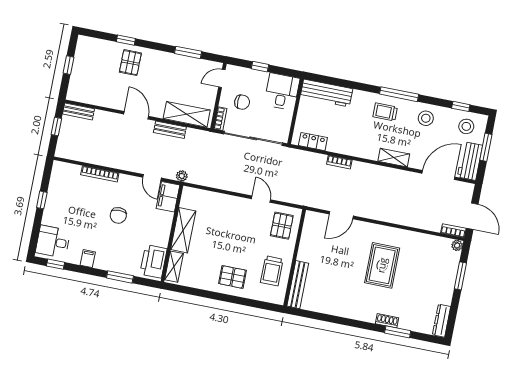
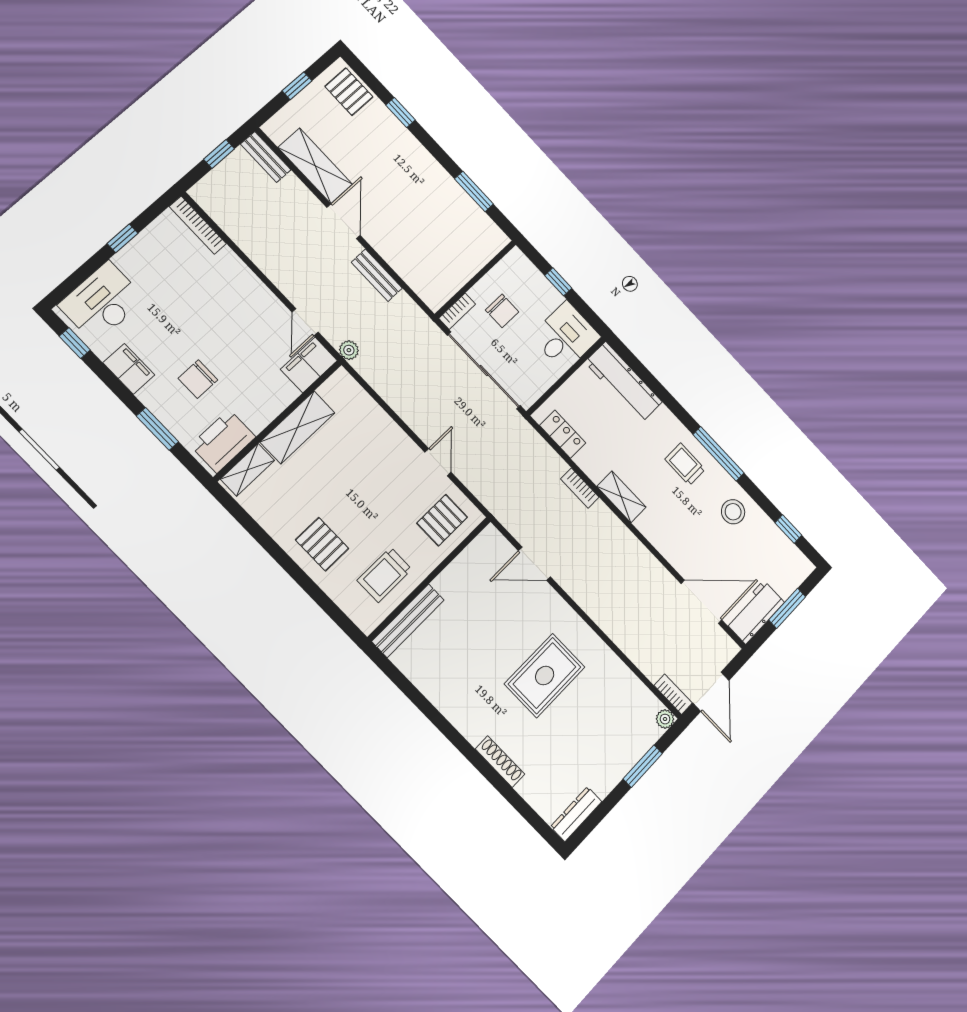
pallet: (130, 63) -> (349, 92), moved, turned 90
door: (222, 78) -> (496, 259), removed
shelving: (187, 114) -> (315, 166), moved
stool: (466, 126) -> (779, 561), removed
shelving: (394, 158) -> (621, 497), moved
bookcase: (100, 174) -> (198, 225), moved
chair: (118, 215) -> (198, 379), moved
desk: (53, 242) -> (102, 302), width x1.37
filing cabinet: (88, 259) -> (129, 369), width x2.00
shoe rack: (387, 321) -> (500, 762), width x1.43
window: (398, 332) -> (504, 789), removed

